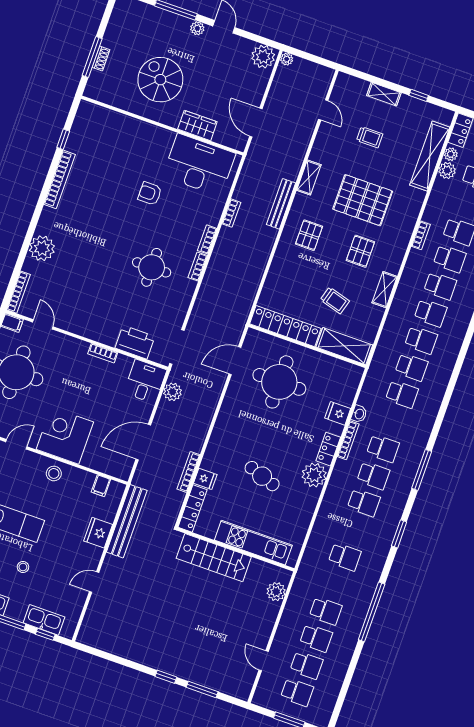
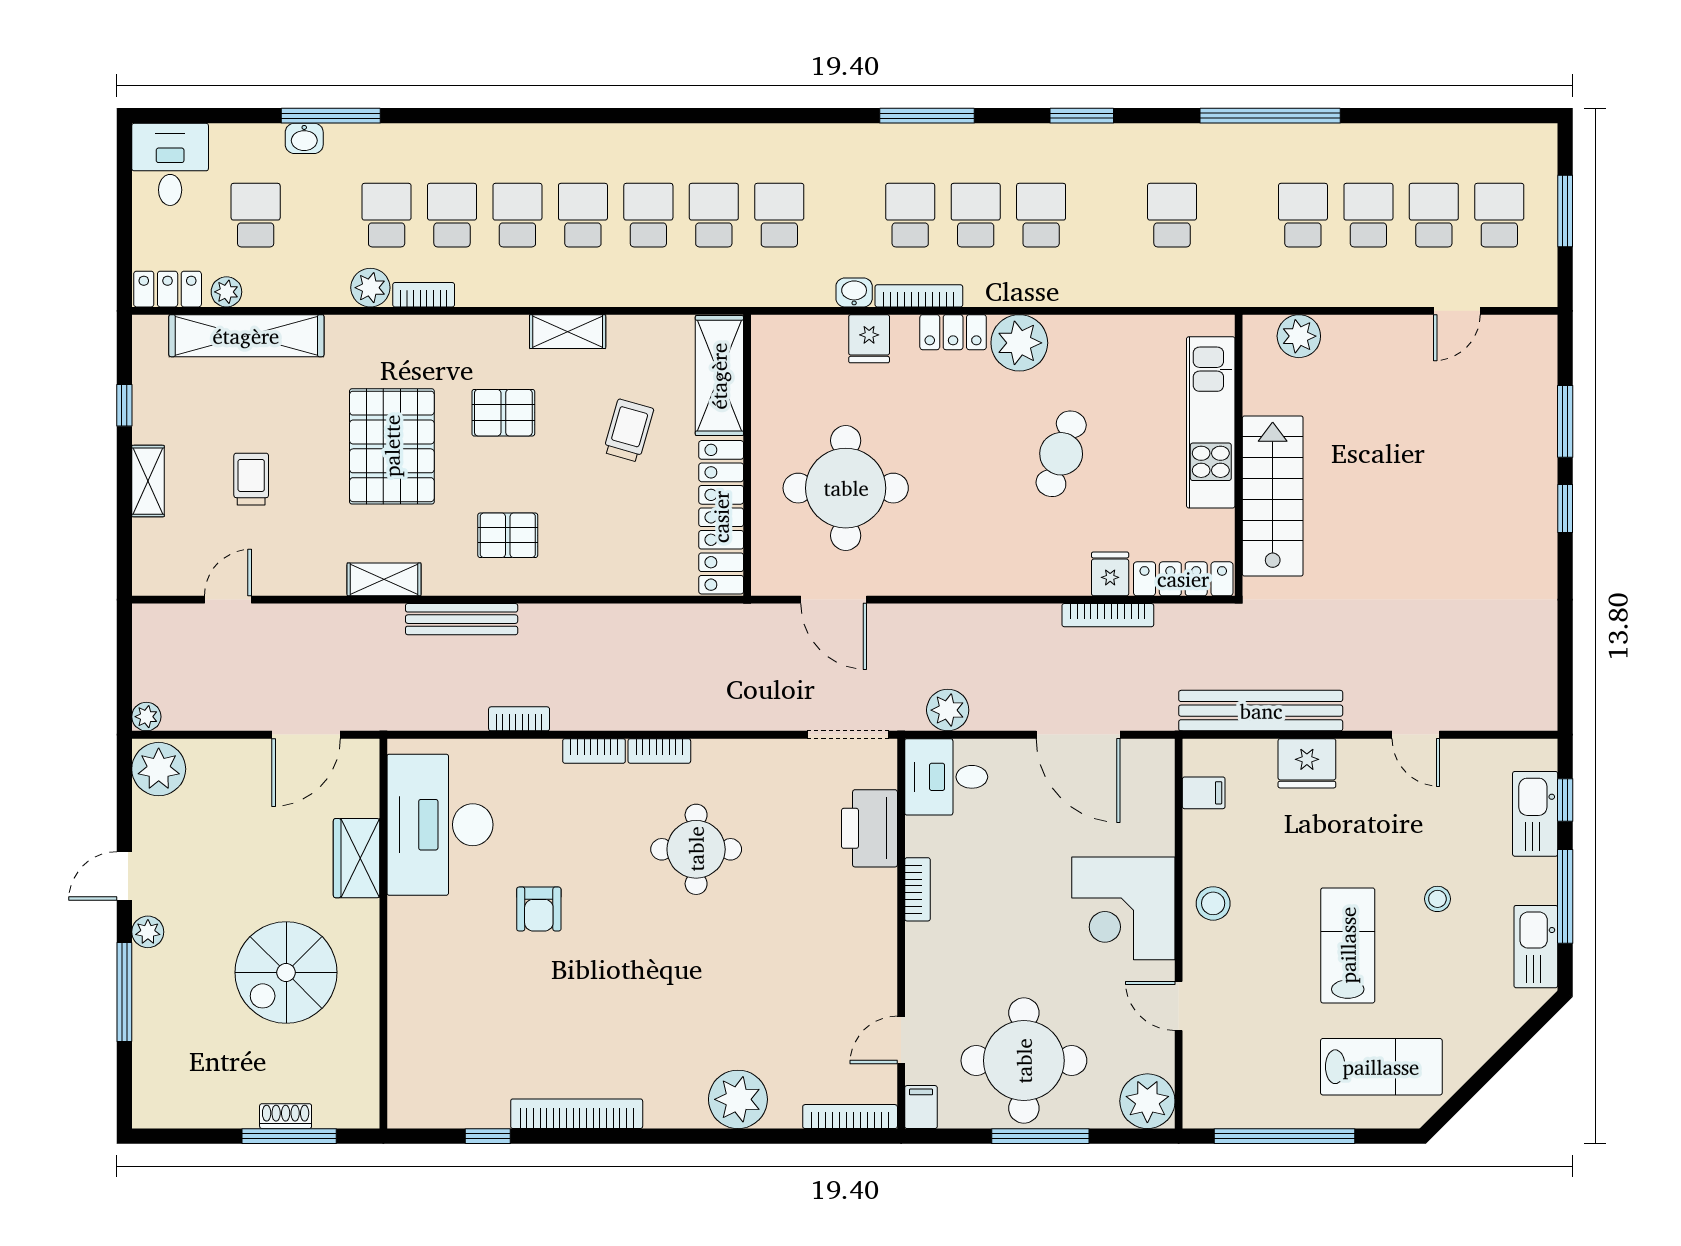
plant: (447, 170) -> (370, 288), moved

